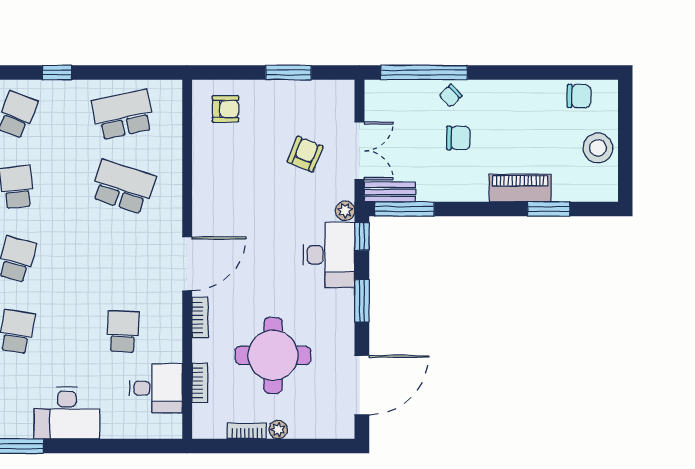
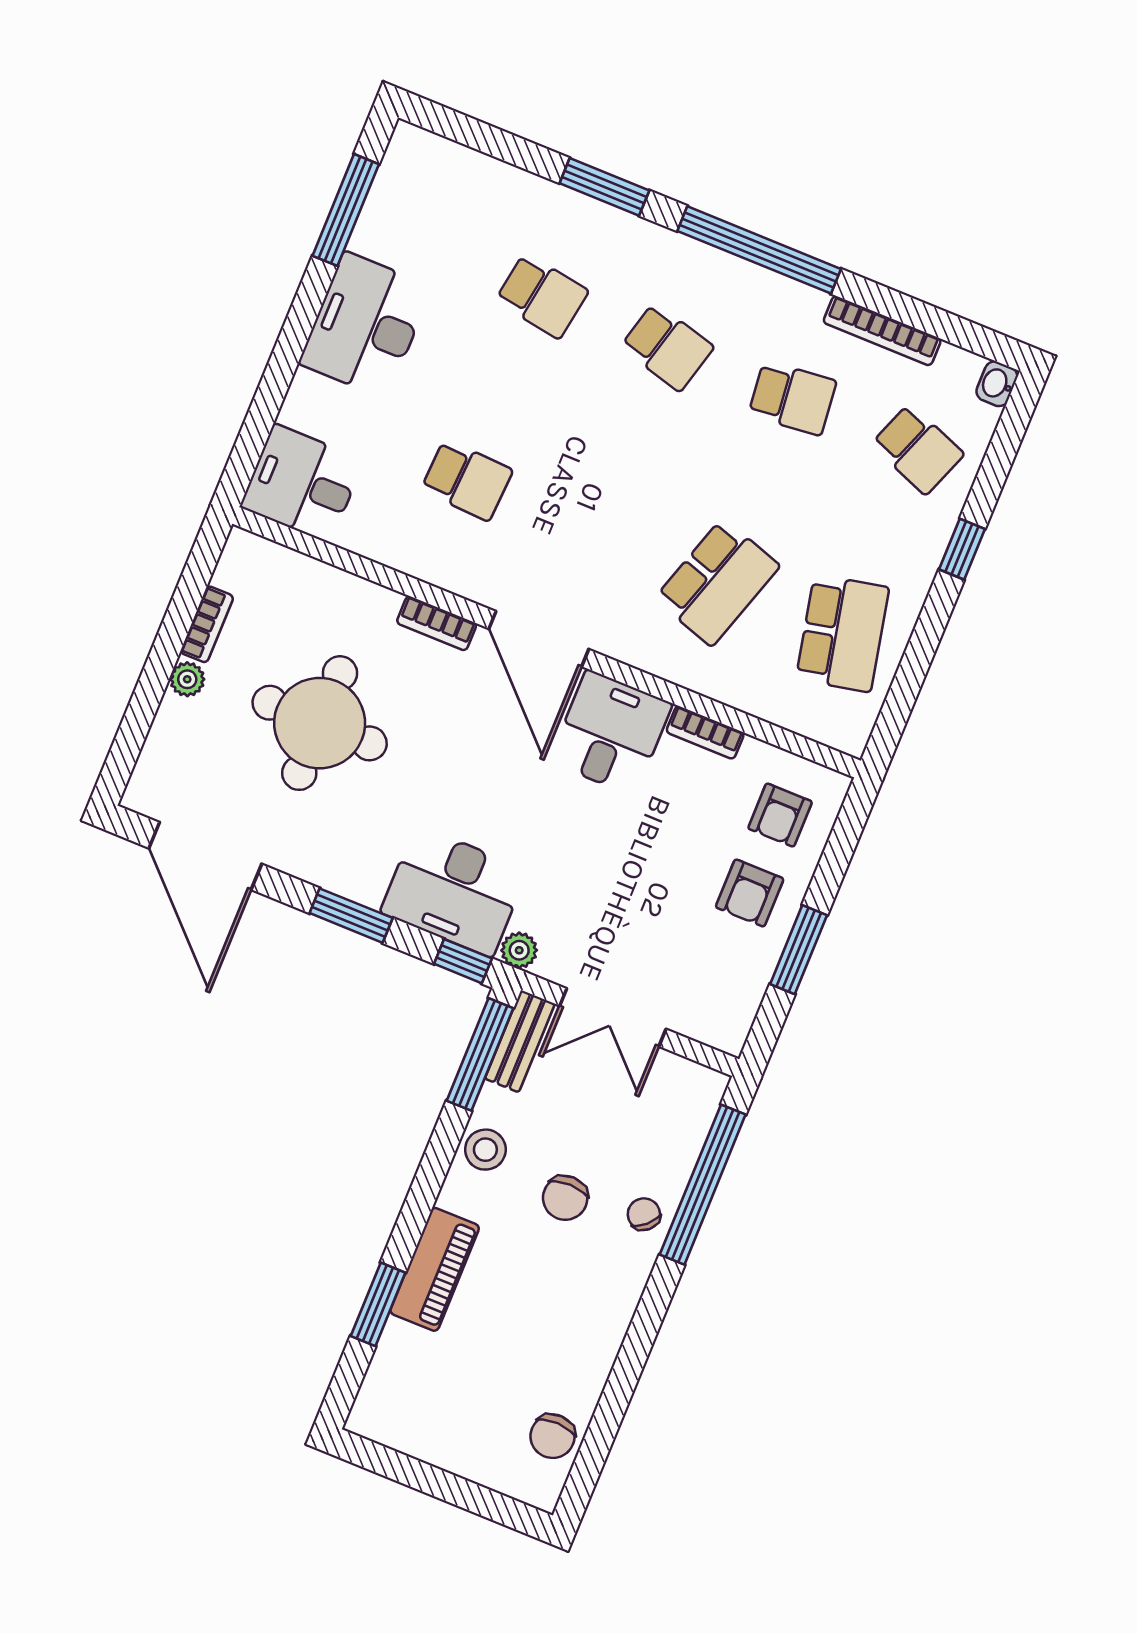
stool: (598, 148) -> (485, 1150), moved, width x0.73, depth x0.73
armchair: (305, 154) -> (750, 893), moved, turned 68
desk: (219, 209) -> (611, 733), added
bookcase: (200, 383) -> (705, 732), moved
desk: (156, 388) -> (302, 483), moved, turned 90

